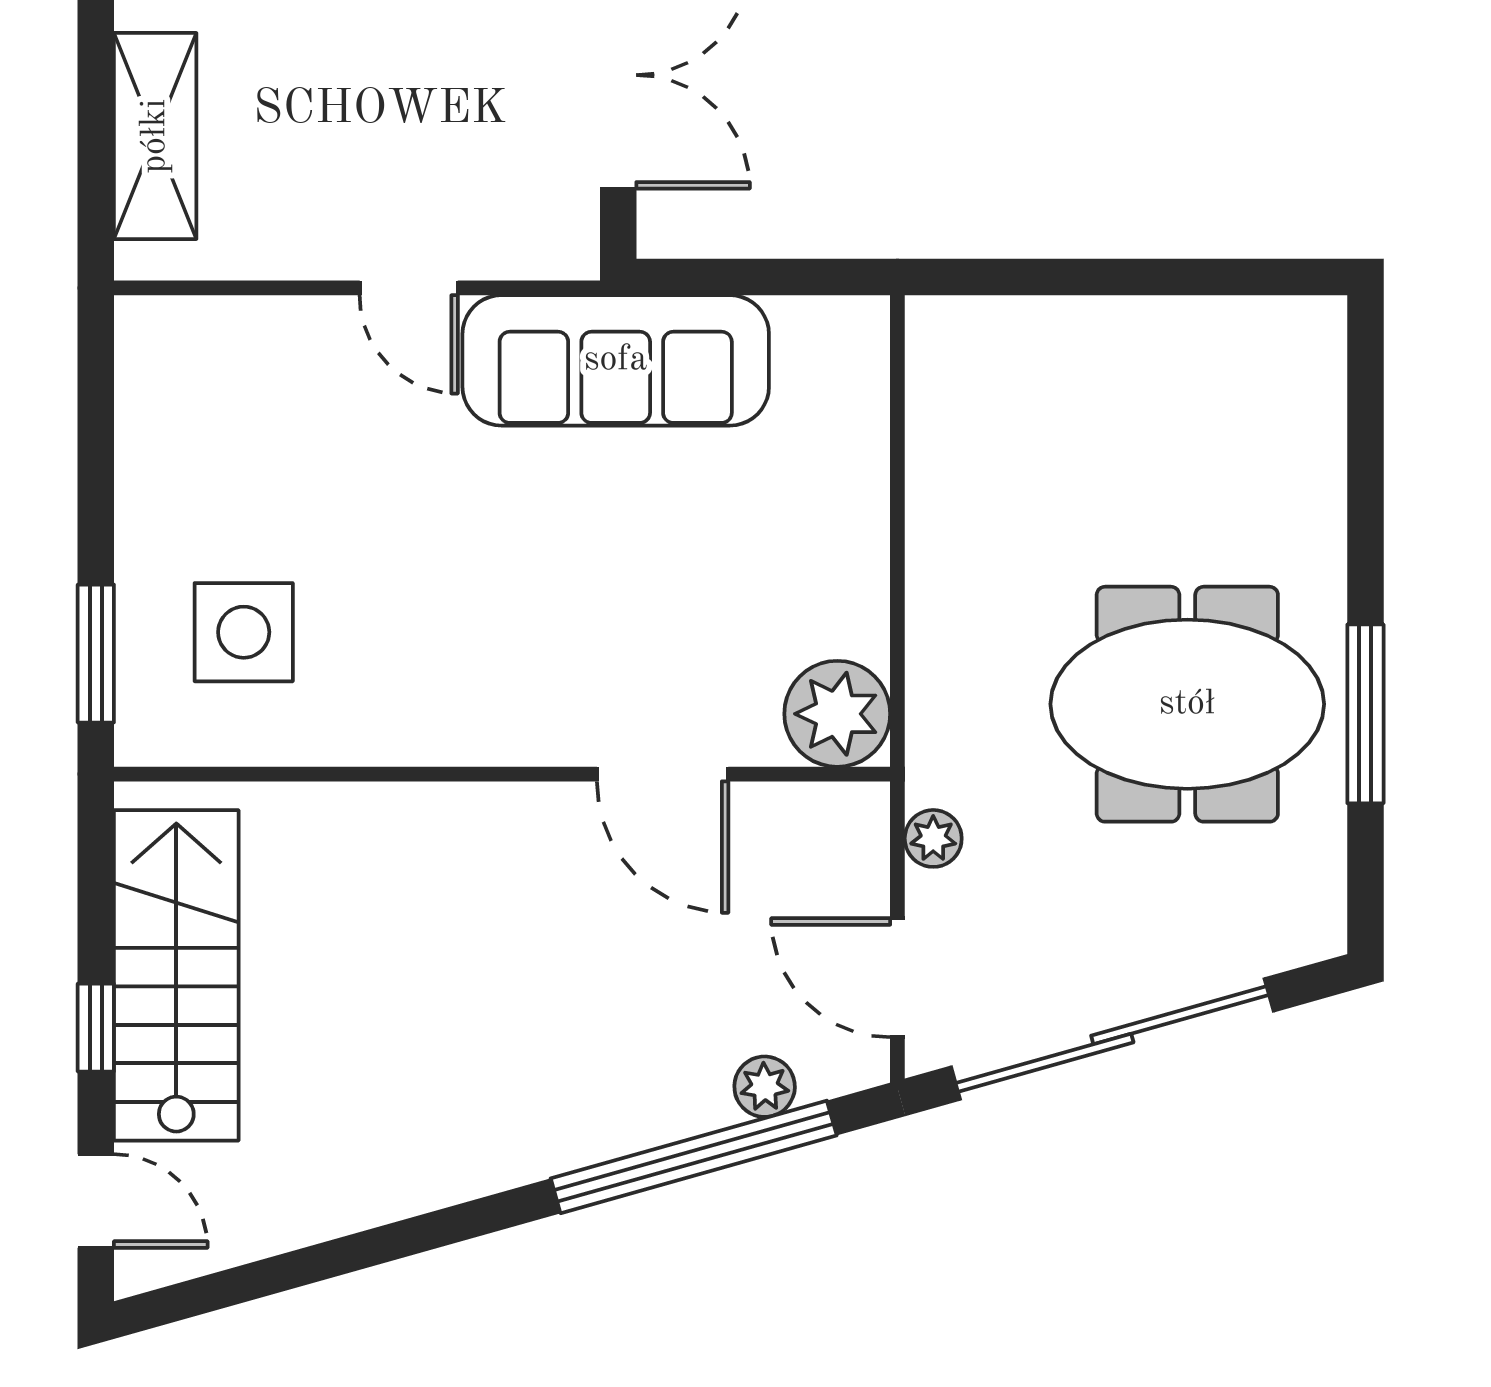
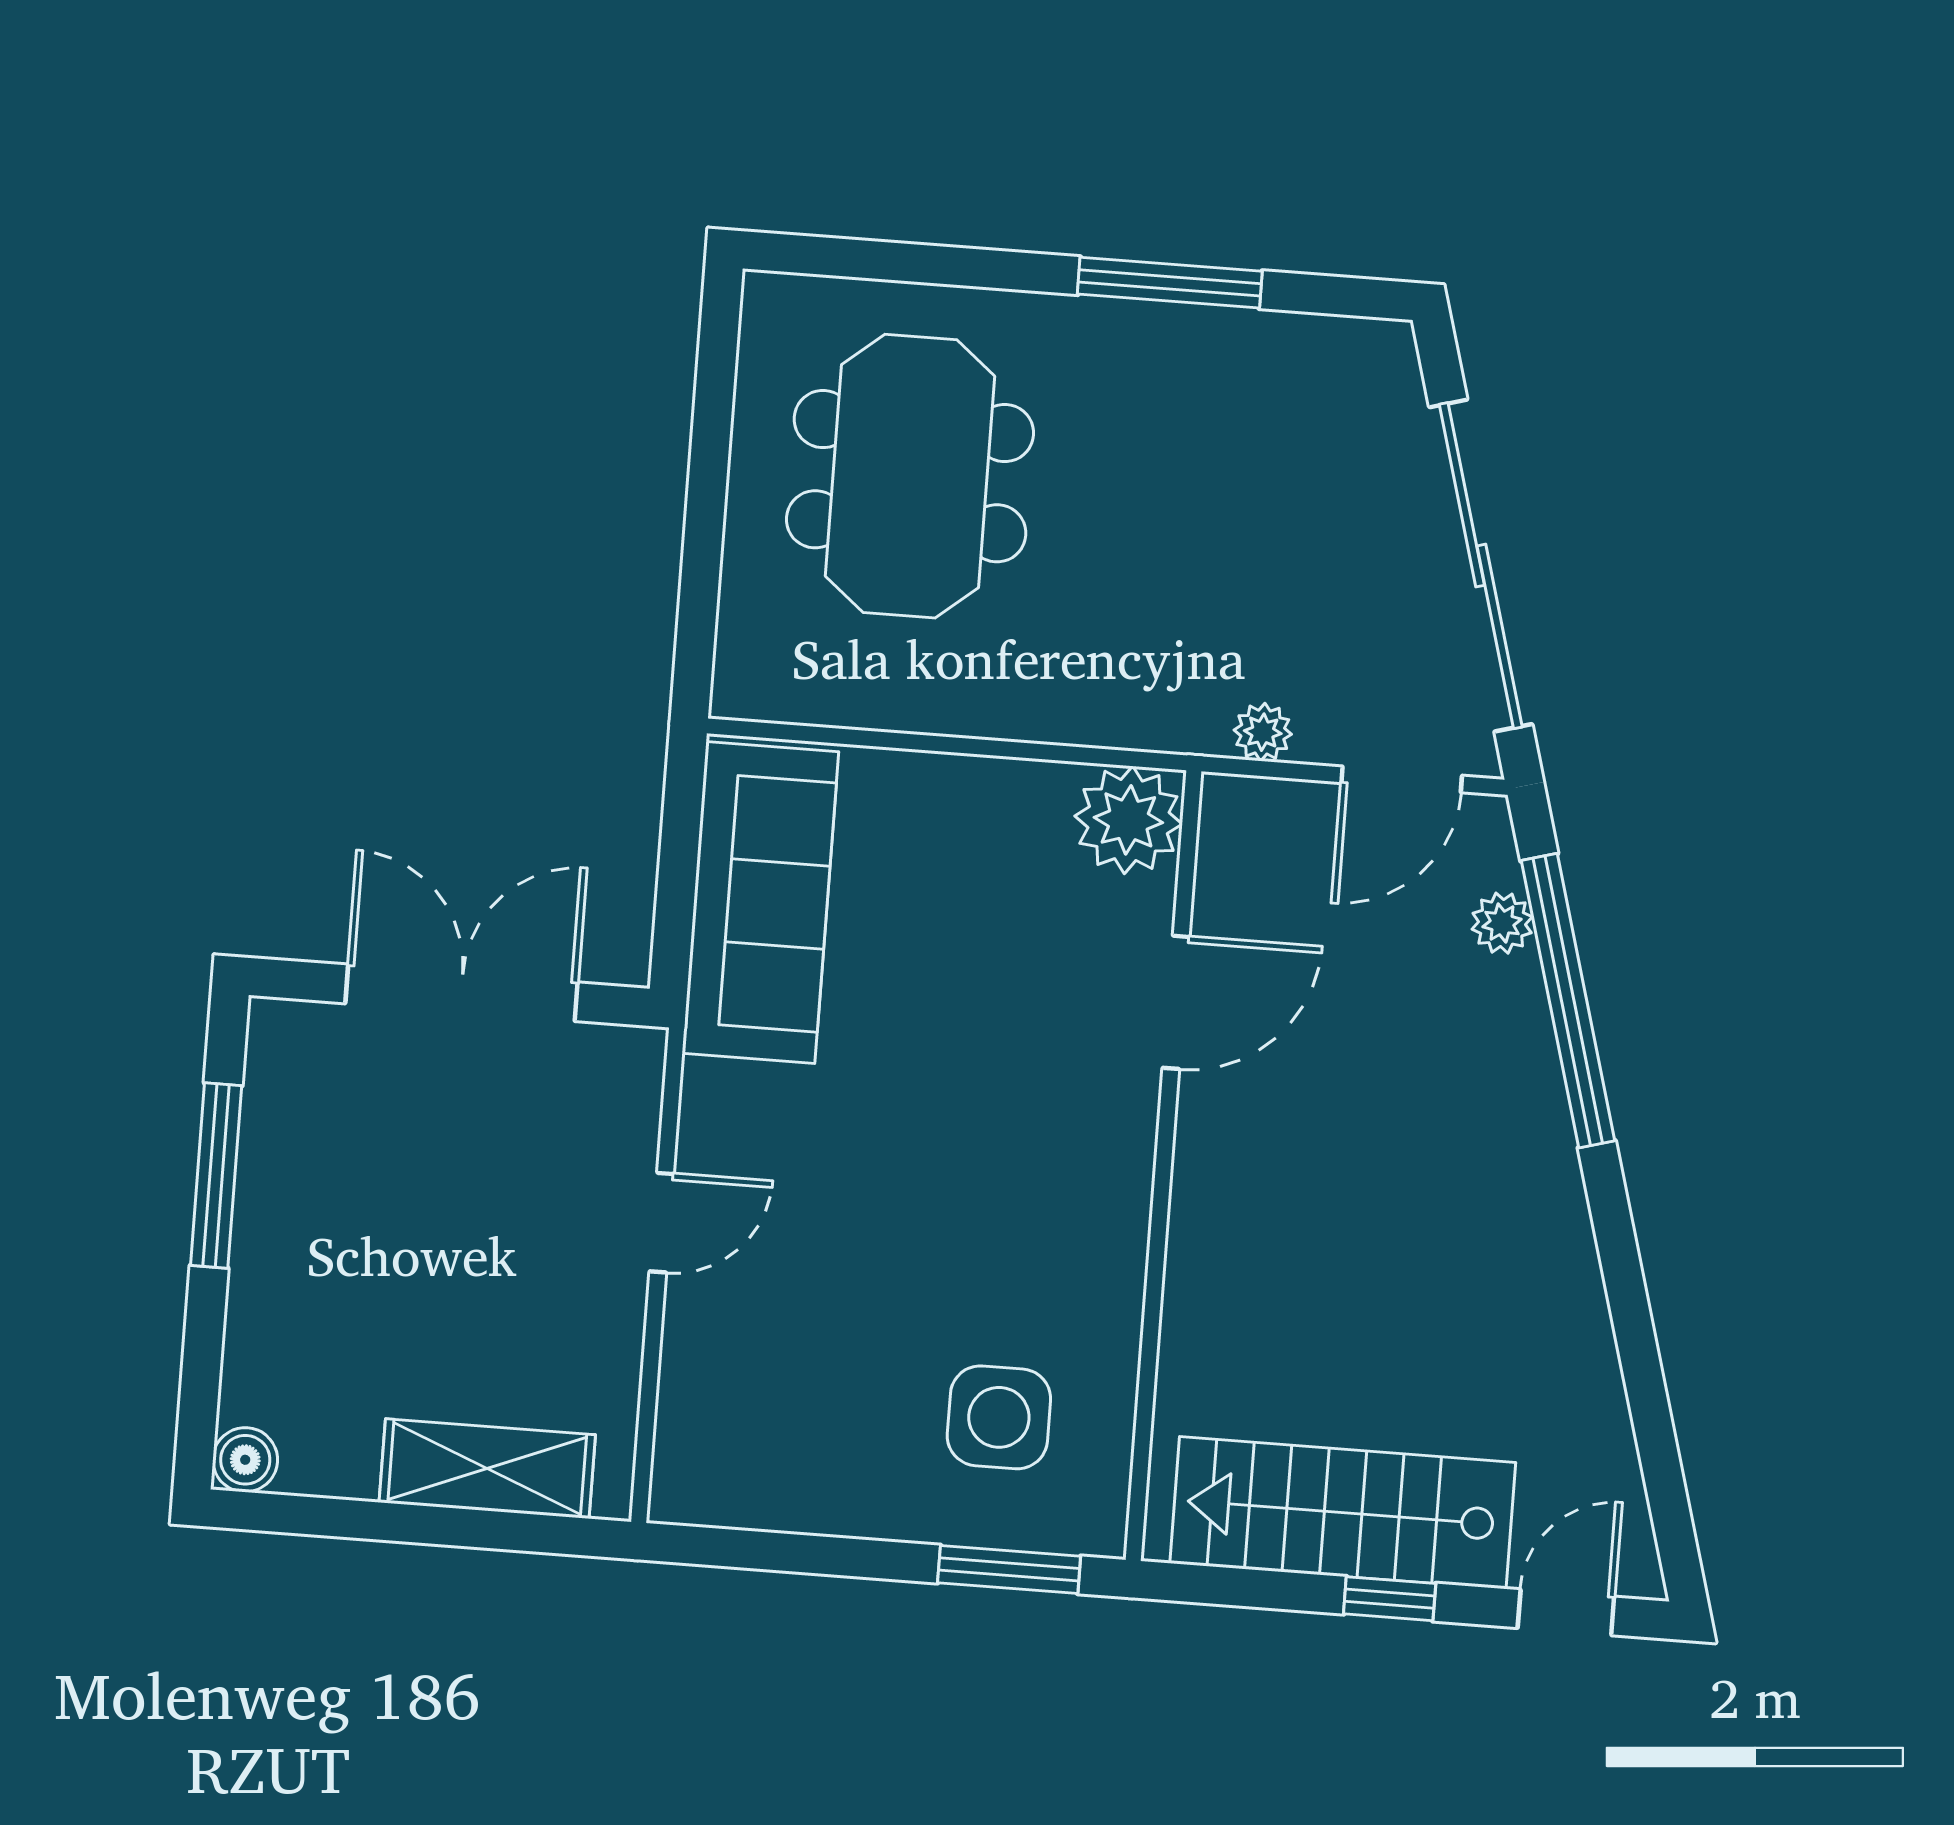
sofa: (616, 360) -> (760, 903), moved
meeting table: (1187, 704) -> (910, 476), moved

